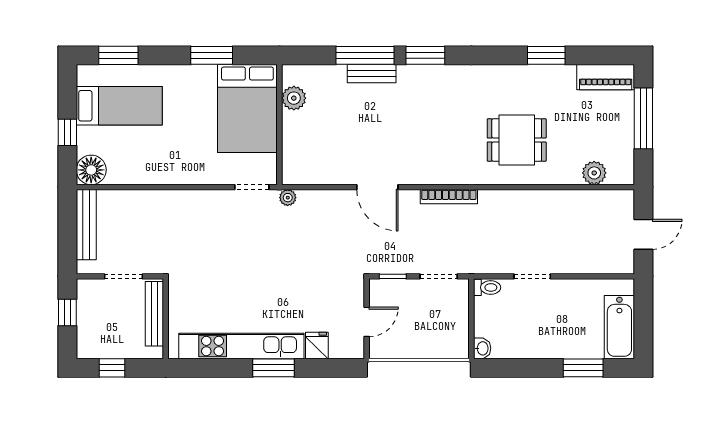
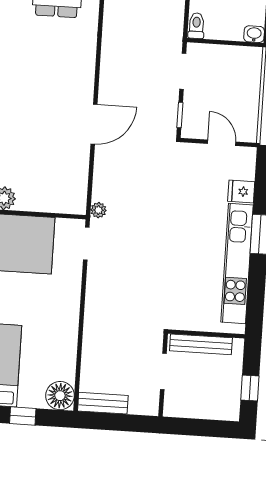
bookcase: (449, 197) -> (107, 57), removed
bench: (86, 225) -> (103, 403), width x0.73
window: (67, 312) -> (194, 427), removed

